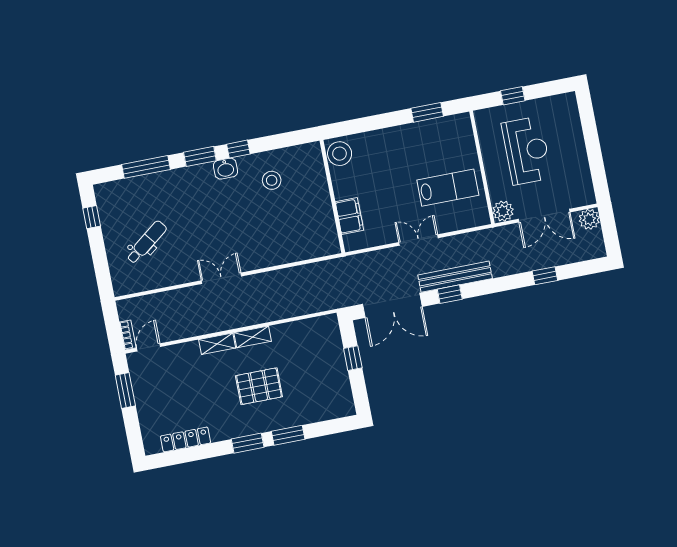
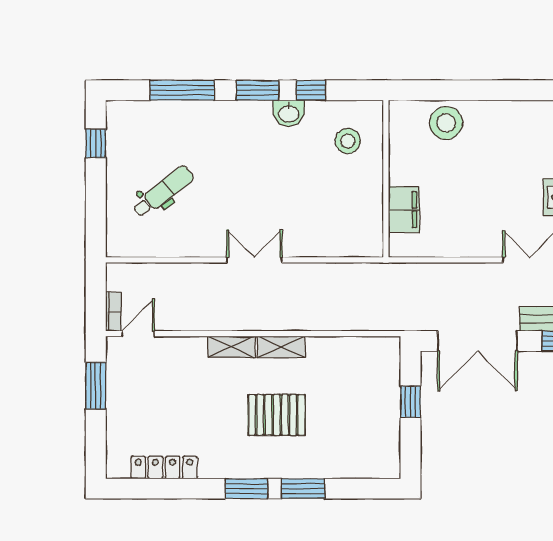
wall: (332, 197) -> (386, 179), moved
filing cabinet: (349, 216) -> (404, 210), moved

